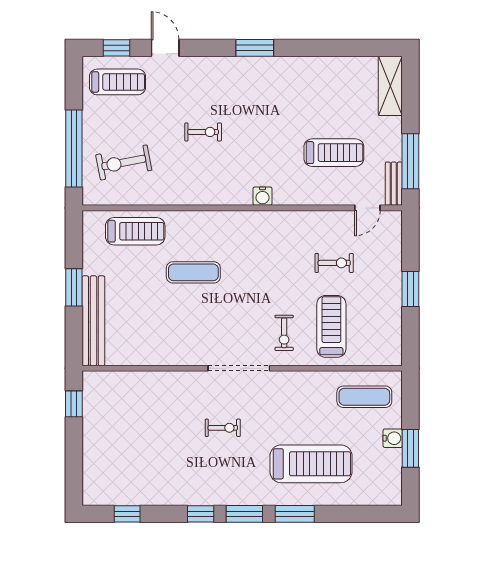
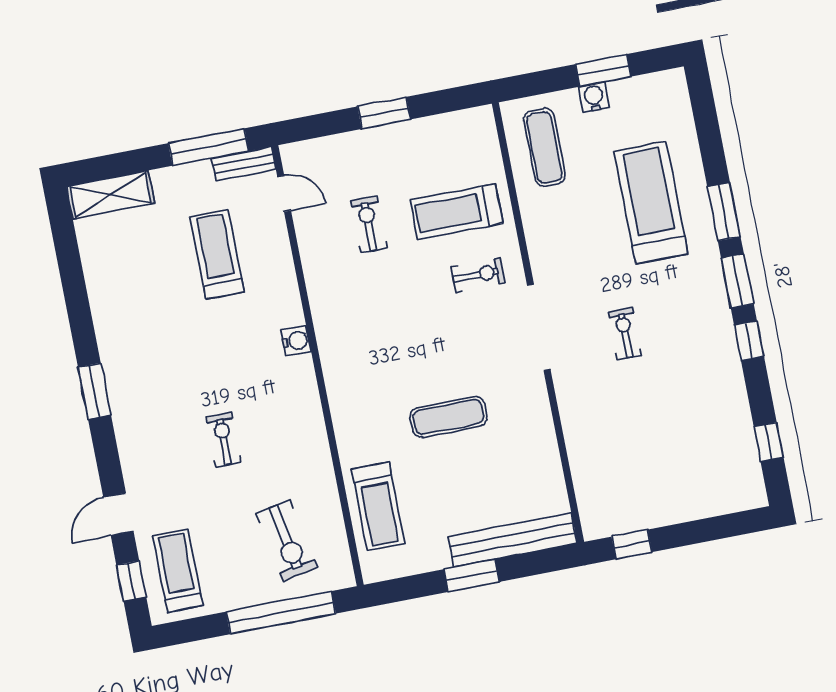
treadmill: (135, 231) -> (378, 506), turned 180
exercise mat: (193, 272) -> (448, 417), moved, turned 90

